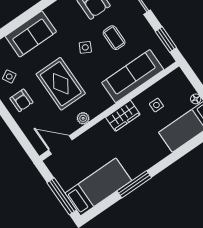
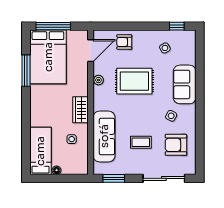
side table: (85, 47) -> (171, 116), moved
armchair: (21, 100) -> (124, 42), moved
window: (134, 184) -> (26, 71), moved
bed: (98, 187) -> (48, 57), width x1.50

